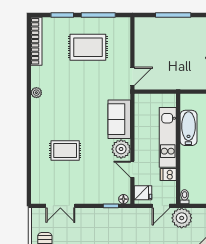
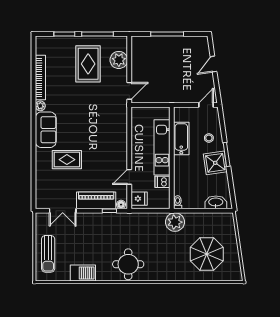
bookcase: (36, 41) -> (40, 78), moved
rug: (88, 47) -> (88, 64), turned 90
sofa: (119, 119) -> (46, 130), moved, turned 180
plant: (121, 149) -> (119, 60), moved
door: (132, 169) -> (129, 177), hinge flipped
piano: (97, 195) -> (96, 200), added
door: (161, 206) -> (156, 211), removed

